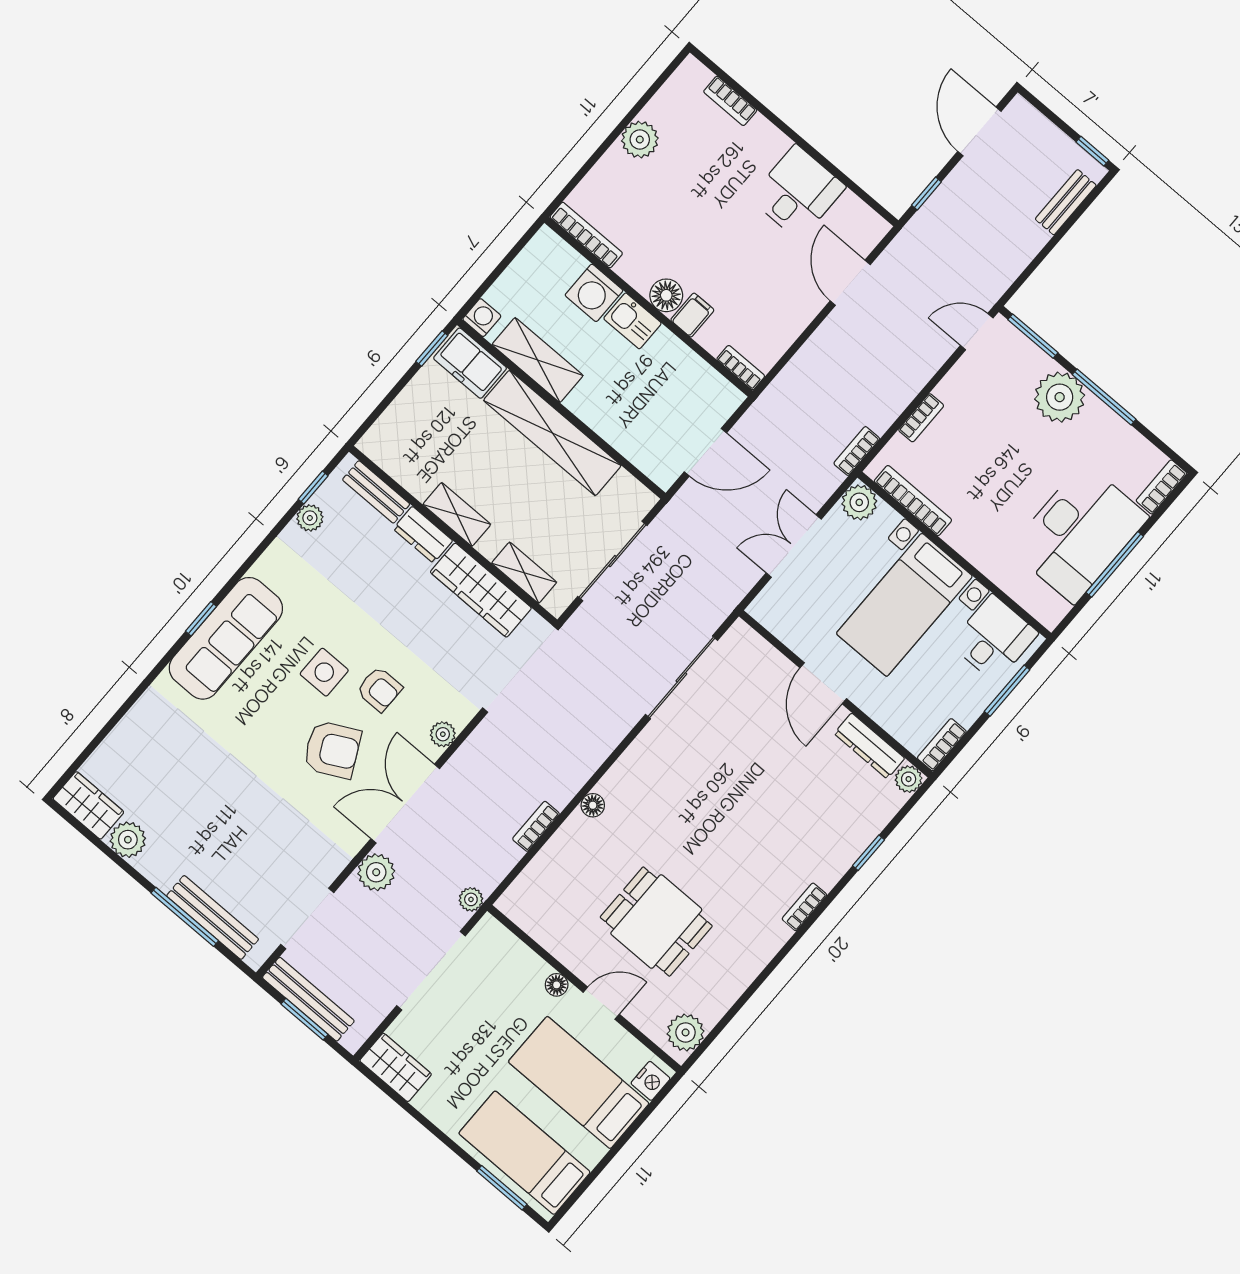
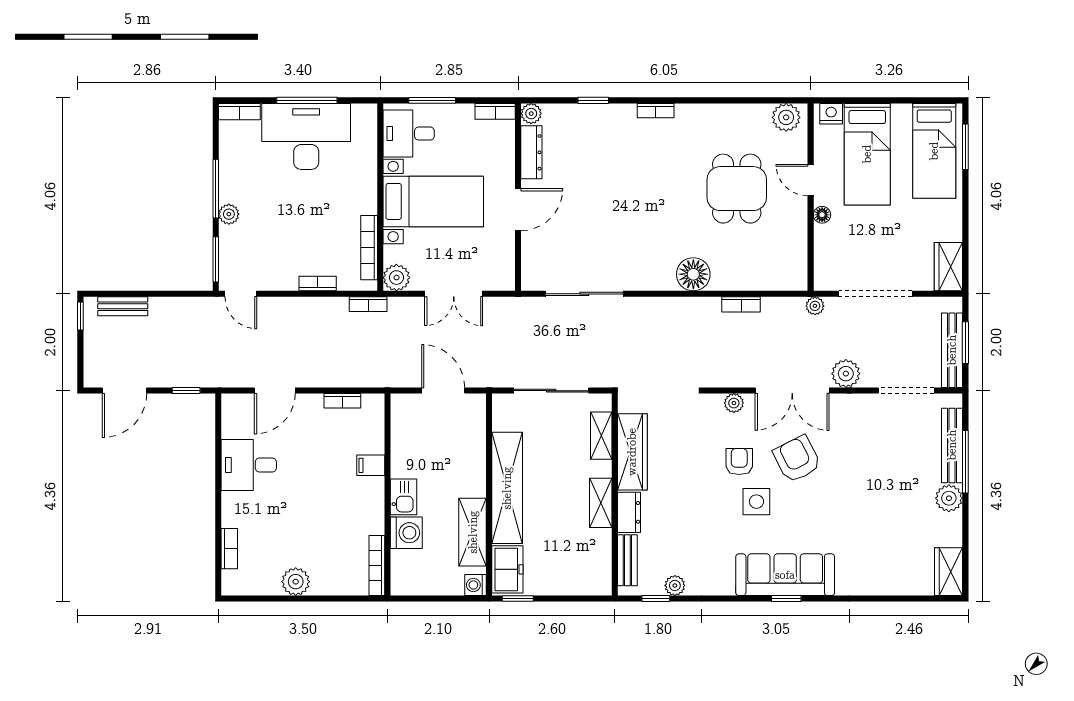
floor lamp: (666, 295) -> (372, 490), removed
bookcase: (741, 368) -> (342, 401), moved, turned -90
plant: (1060, 397) -> (229, 214), width x0.53, depth x0.53
floor lamp: (593, 805) -> (693, 274), width x1.89, depth x1.89
plant: (128, 840) -> (949, 498), moved

